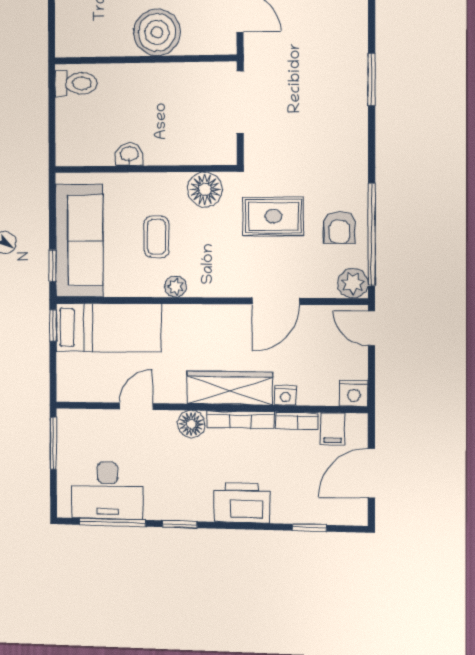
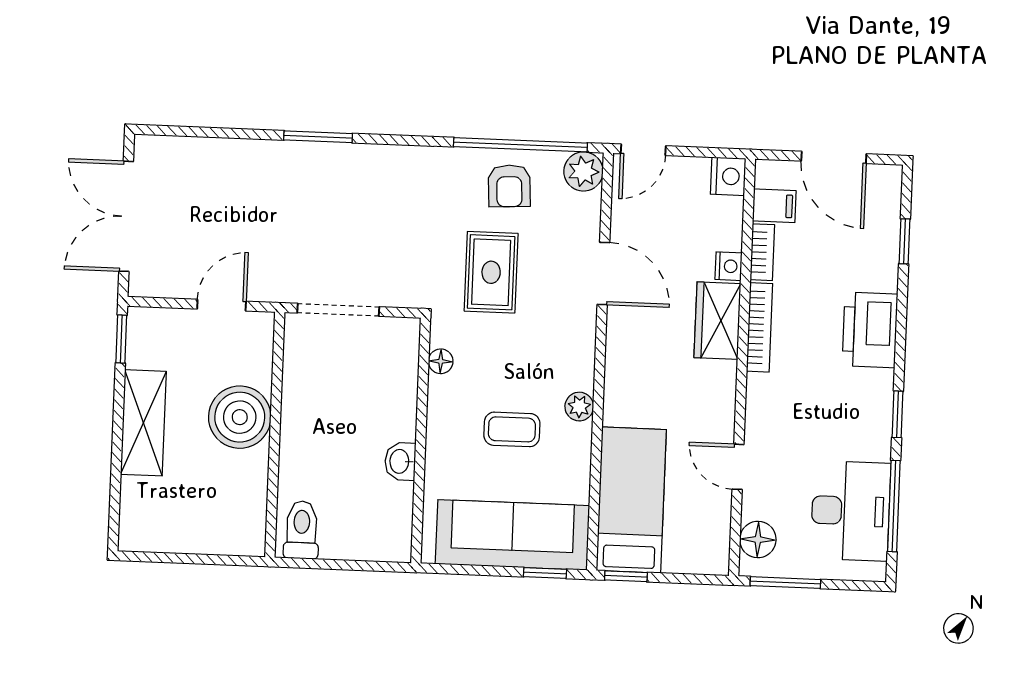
floor lamp: (205, 189) -> (441, 361), width x0.53, depth x0.53
armchair: (340, 227) -> (509, 186), turned 87
wardrobe: (230, 388) -> (717, 321), width x0.67
floor lamp: (191, 424) -> (758, 539), moved

